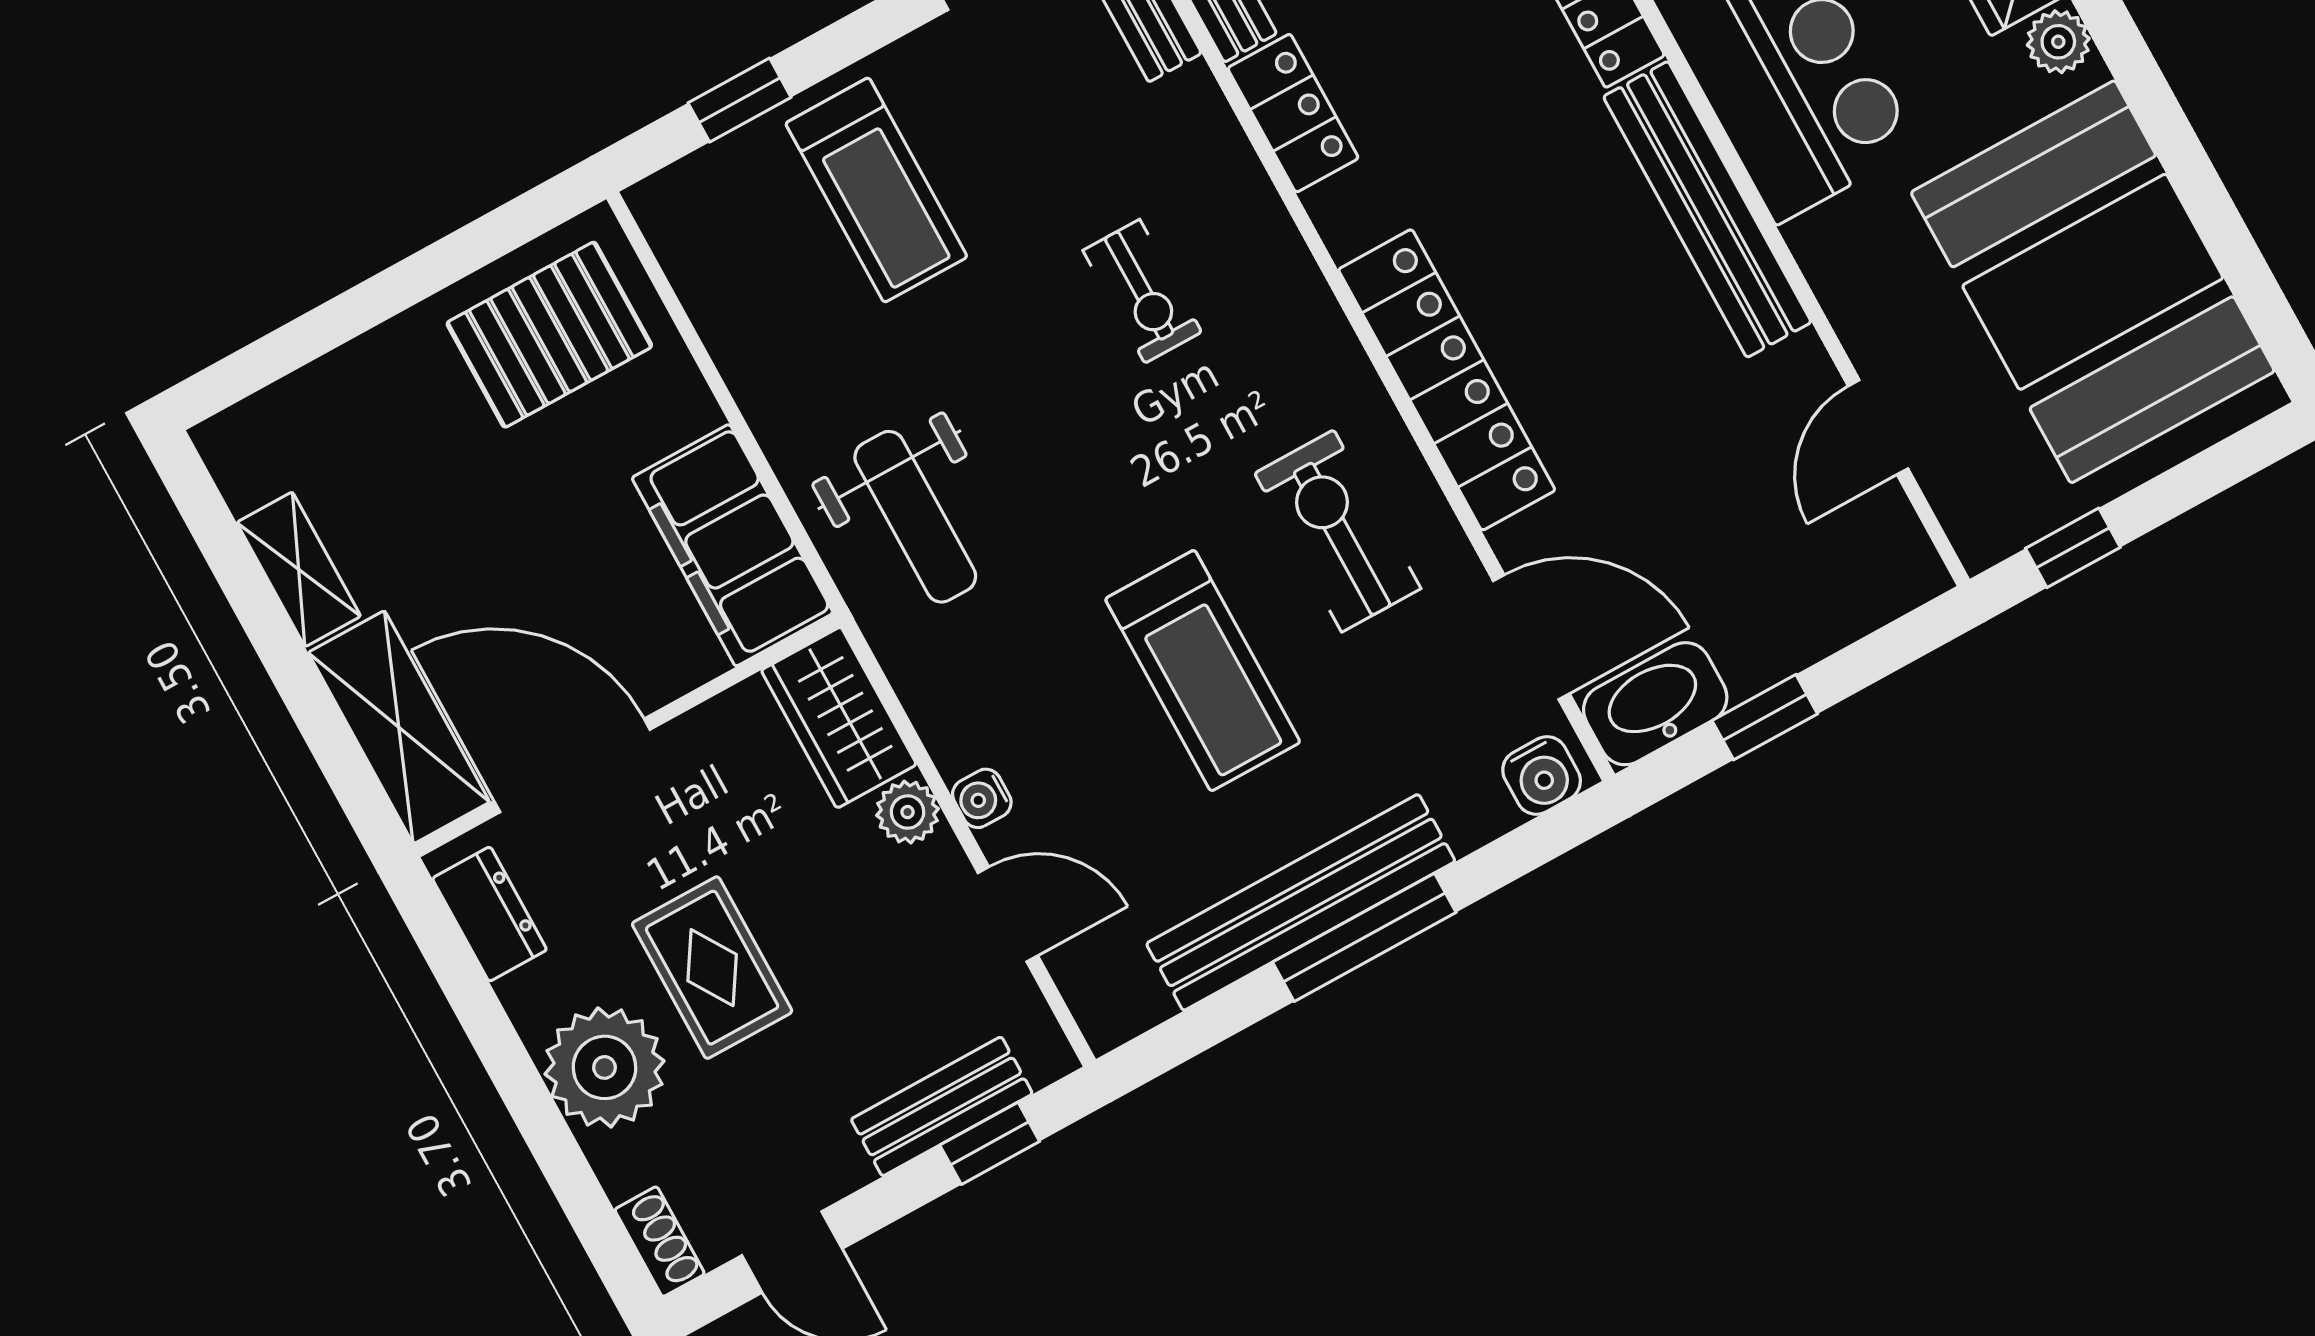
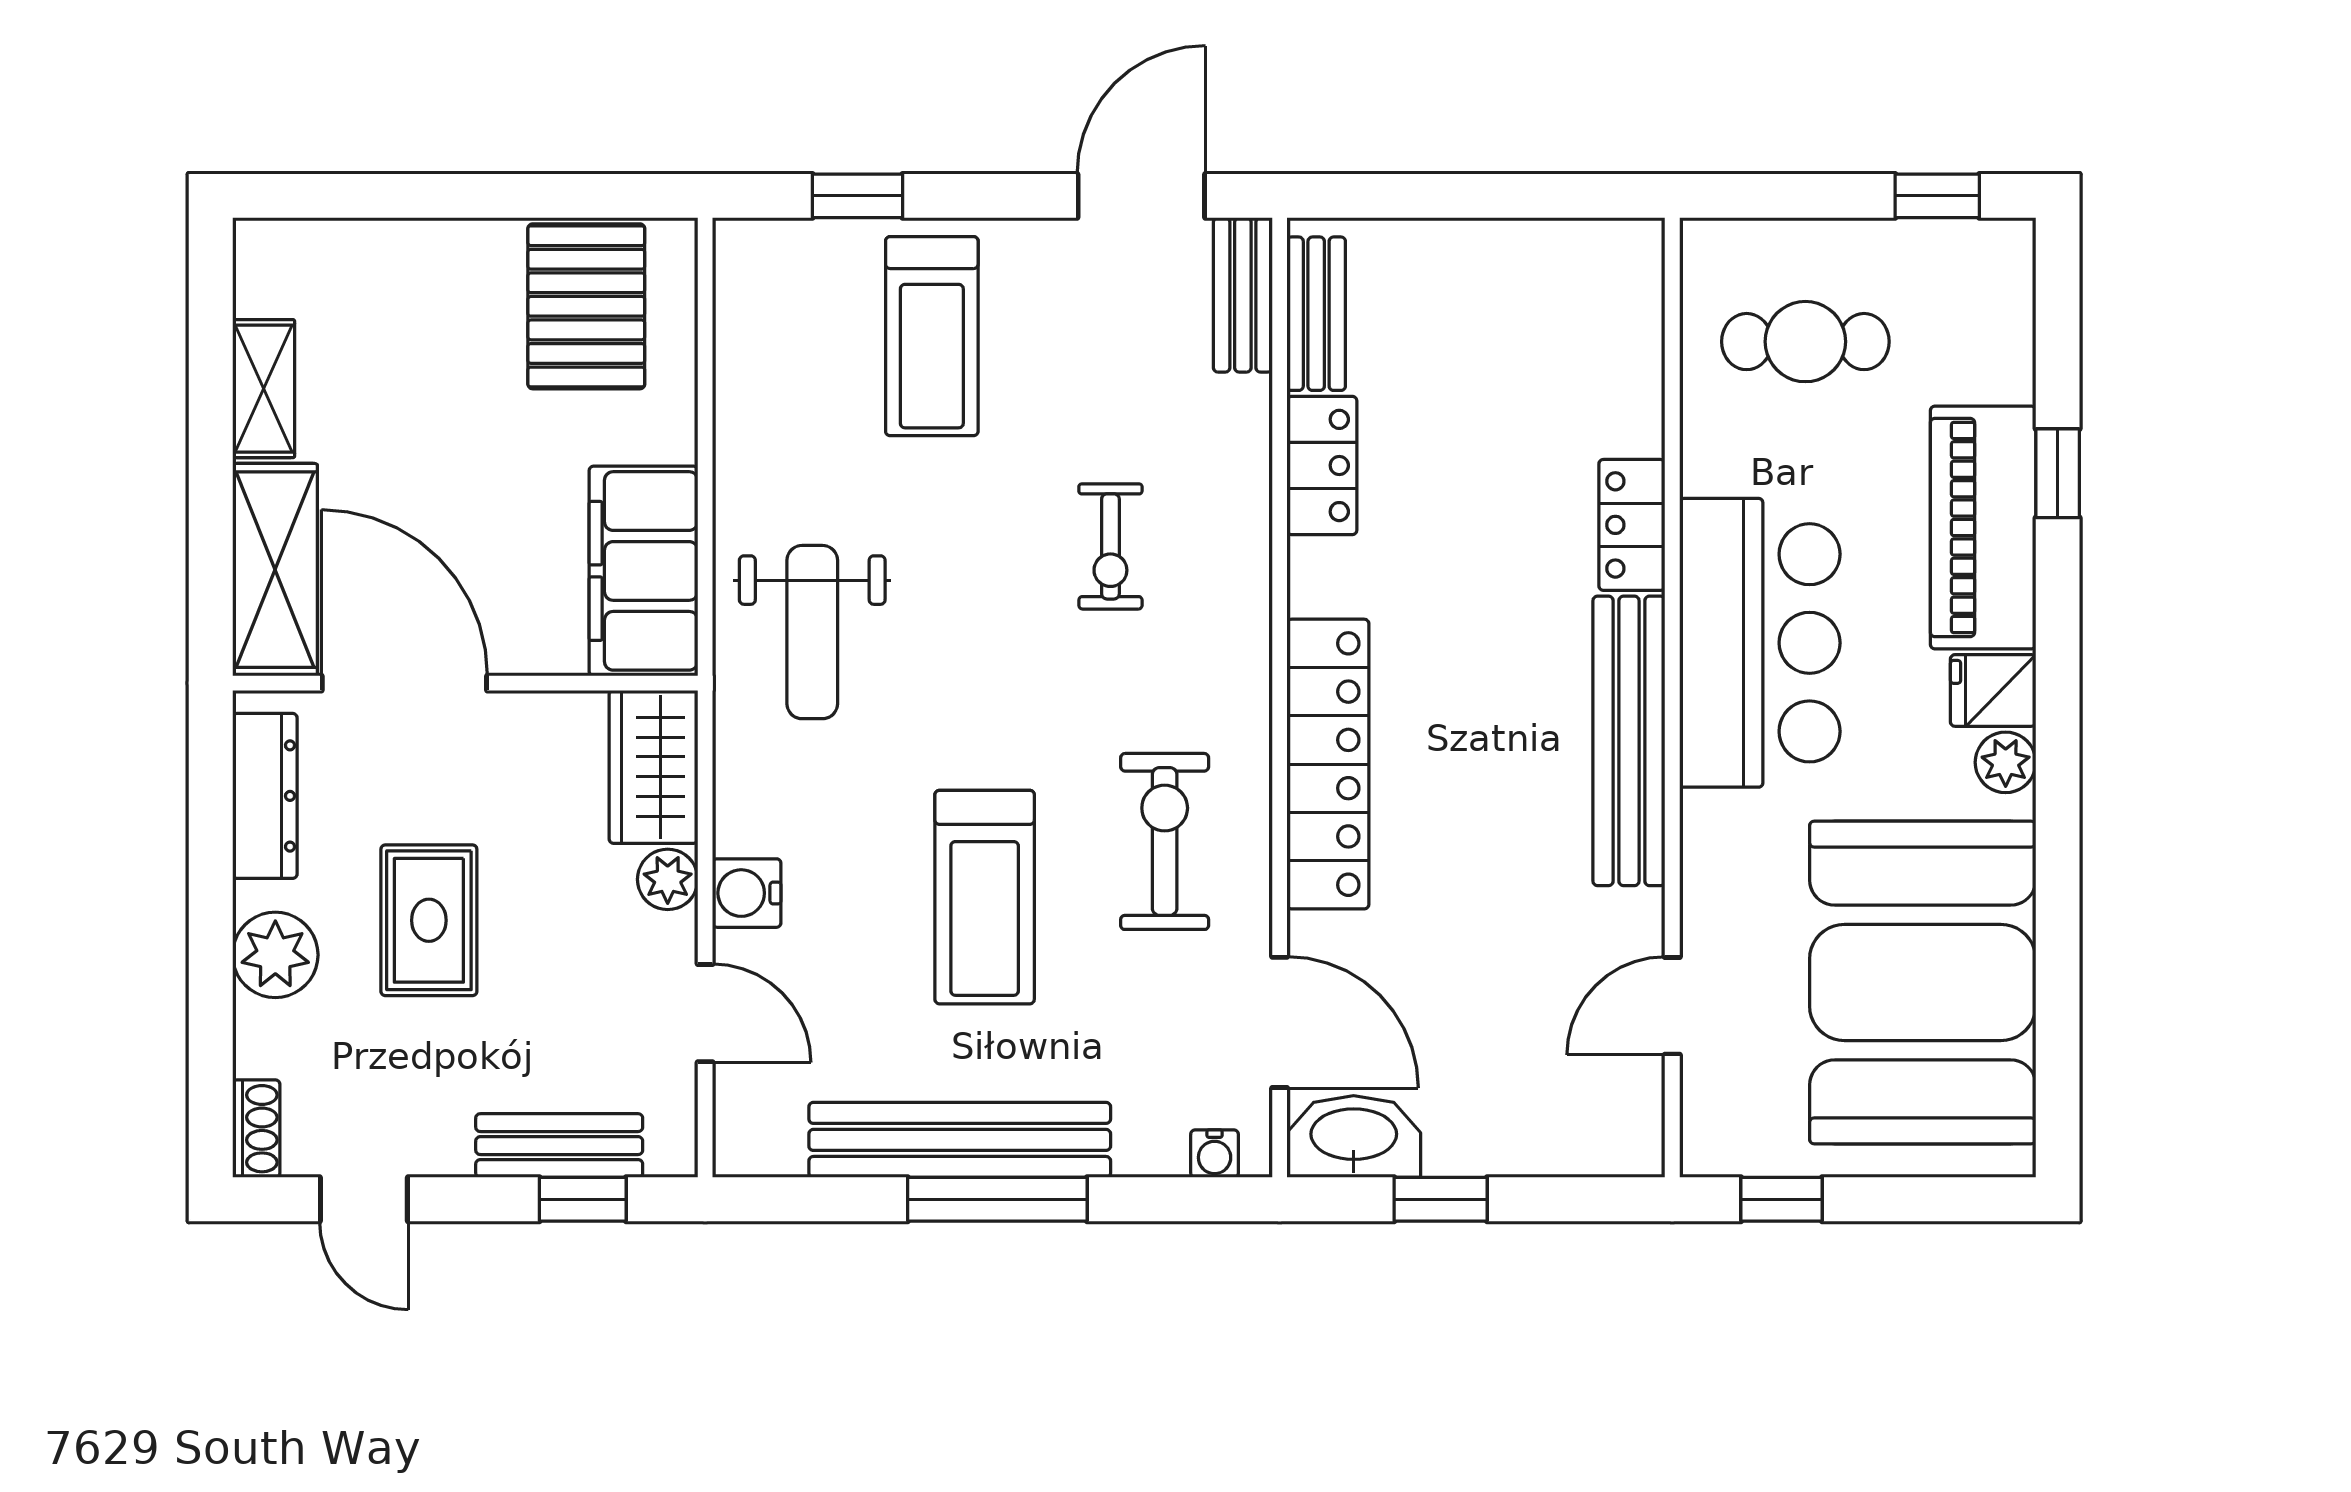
pallet: (549, 335) -> (586, 306), turned 90
water cooler: (1542, 775) -> (1215, 1154), width x0.72, depth x0.72
water cooler: (982, 798) -> (747, 893), width x1.38, depth x1.38
dresser: (490, 914) -> (265, 796), width x1.44
plant: (605, 1067) -> (275, 955), width x0.73, depth x0.73

